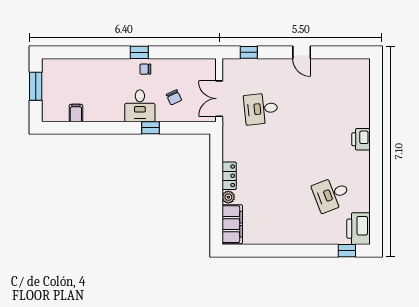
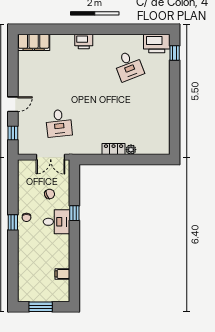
door: (302, 52) -> (13, 104), moved
filing cabinet: (232, 224) -> (34, 42), moved, turned 180

